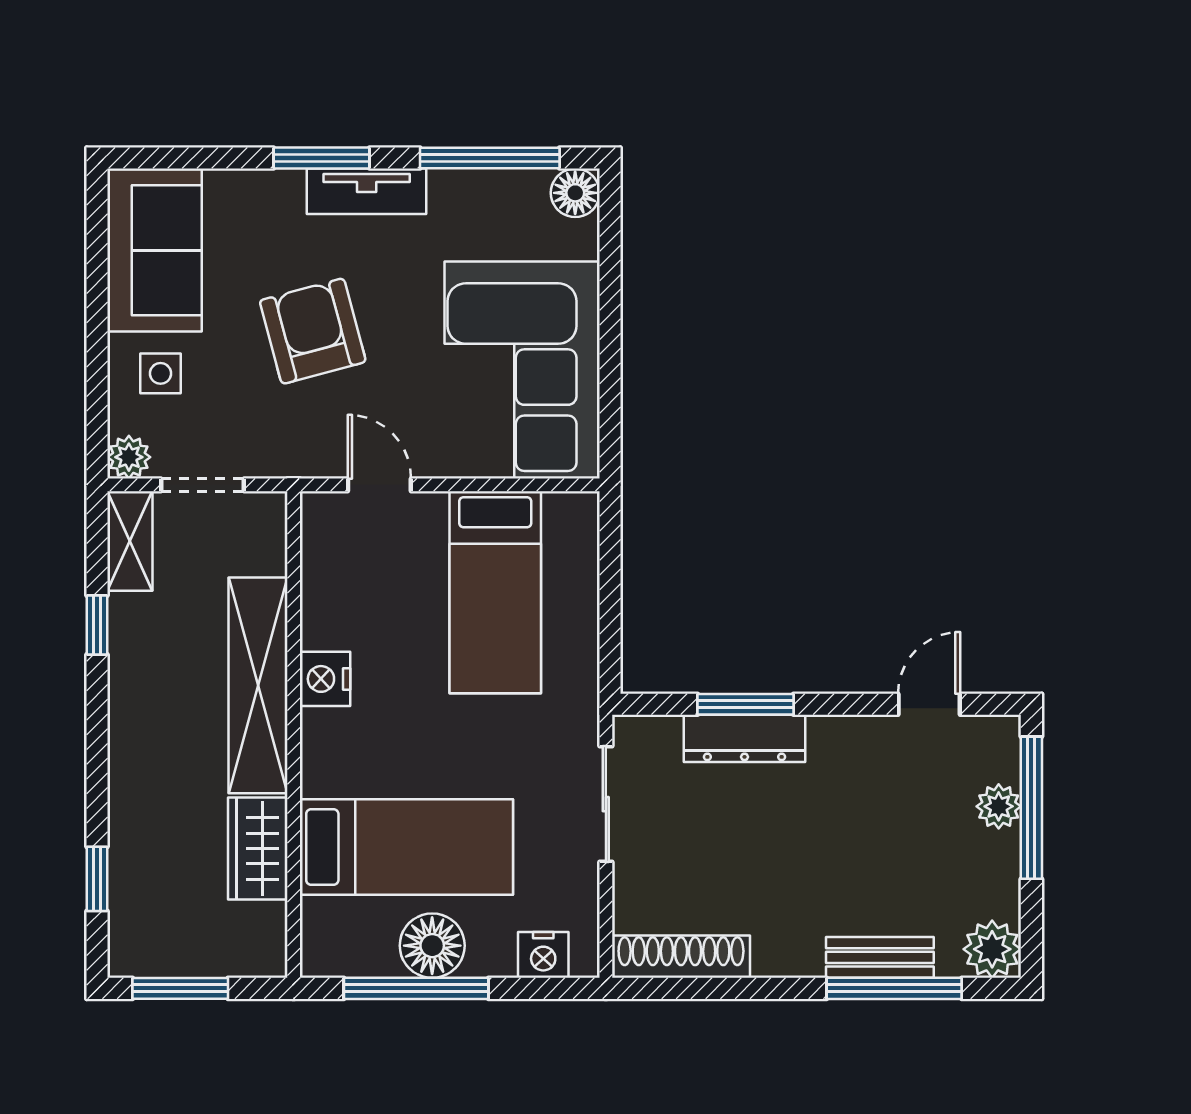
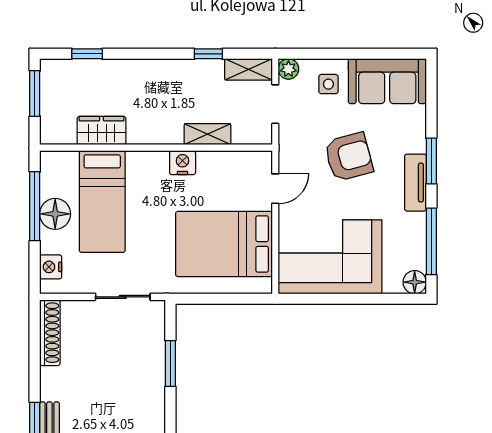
bed: (495, 592) -> (224, 244), width x1.50
shelving: (258, 685) -> (208, 134), width x0.45, depth x0.75
dresser: (745, 738) -> (154, 363), removed

